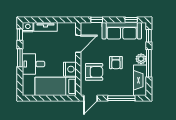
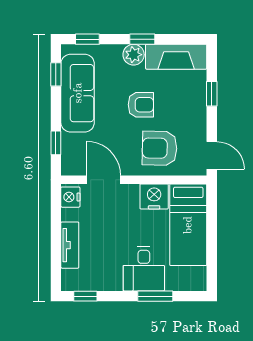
nightstand: (28, 27) -> (70, 197), moved
window: (20, 58) -> (155, 296), moved
window: (149, 63) -> (142, 39), width x0.46
armchair: (94, 72) -> (160, 148), turned -89
window: (121, 98) -> (212, 94), width x0.46

